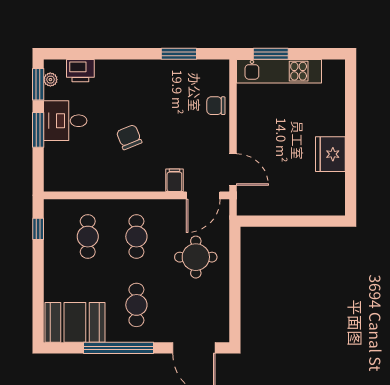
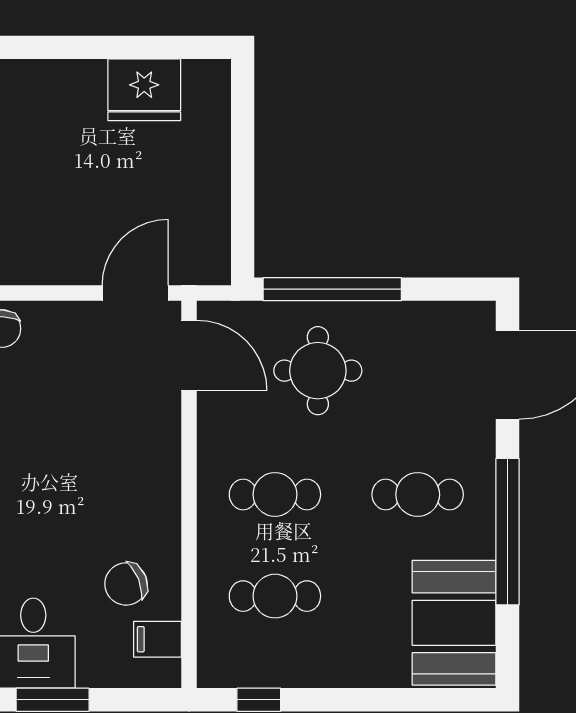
chair: (129, 137) -> (126, 584), moved
fridge: (330, 154) -> (144, 90), moved
filing cabinet: (174, 180) -> (157, 639), moved
window: (235, 264) -> (332, 289), added

